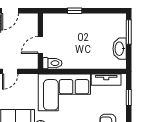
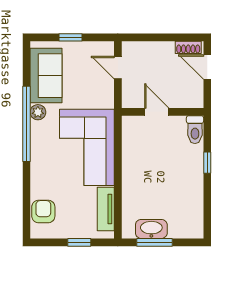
window: (129, 32) -> (155, 242), moved
toilet: (52, 63) -> (195, 130), moved

